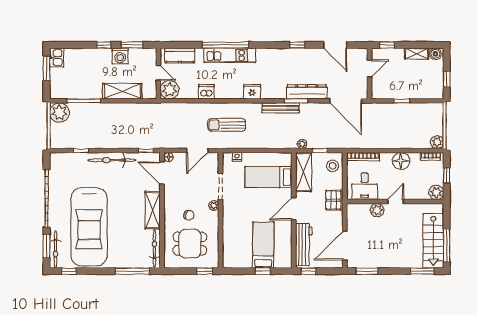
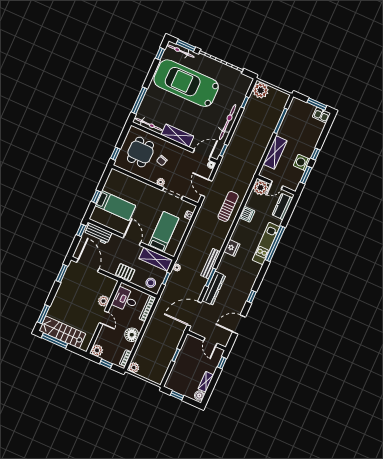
plant: (59, 113) -> (261, 90), moved
sun lounger: (227, 125) -> (228, 206), moved
workbench: (304, 245) -> (98, 234), width x0.73

